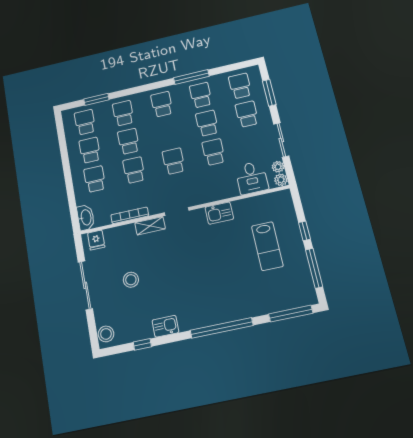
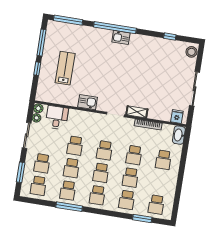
school desk: (90, 150) -> (101, 173), moved
stool: (131, 280) -> (163, 81), removed
kitchen sink: (165, 326) -> (121, 37), moved

